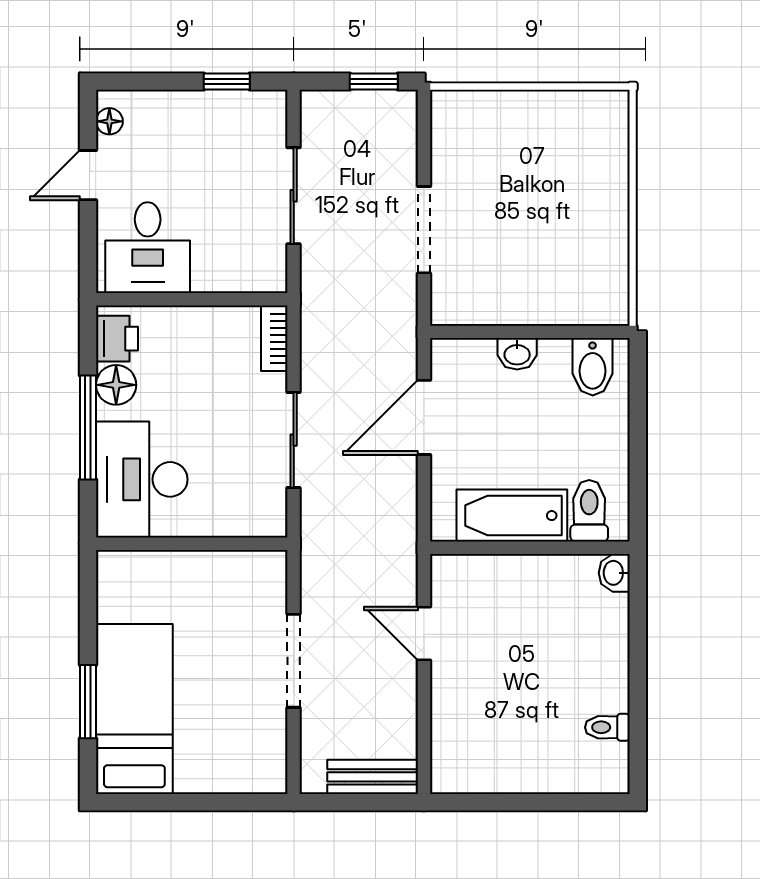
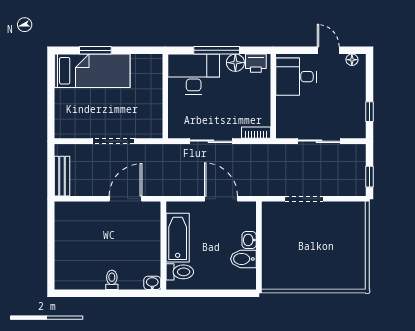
bidet: (593, 367) -> (243, 259), moved
door: (424, 633) -> (125, 199), width x1.38
toilet: (607, 727) -> (112, 280), moved

